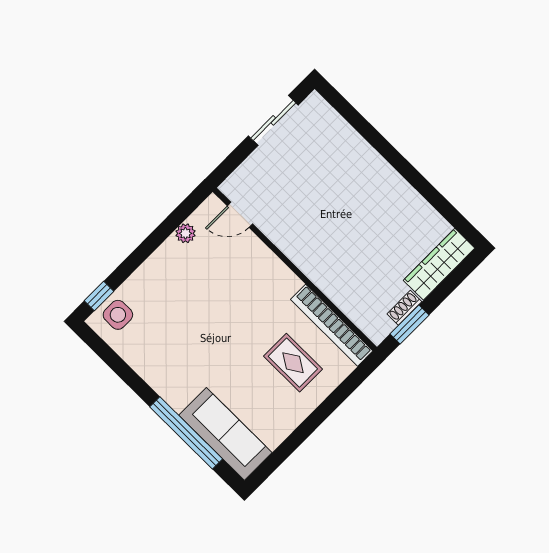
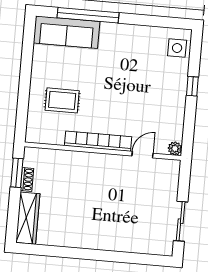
door: (240, 215) -> (142, 155), moved
plant: (185, 233) -> (175, 148), moved
window: (99, 296) -> (192, 86), moved
bookcase: (332, 325) -> (98, 141), moved

